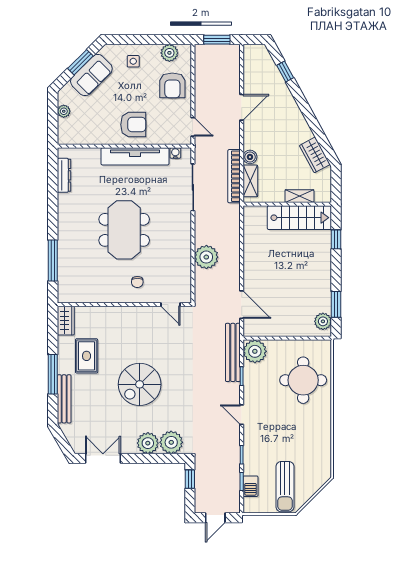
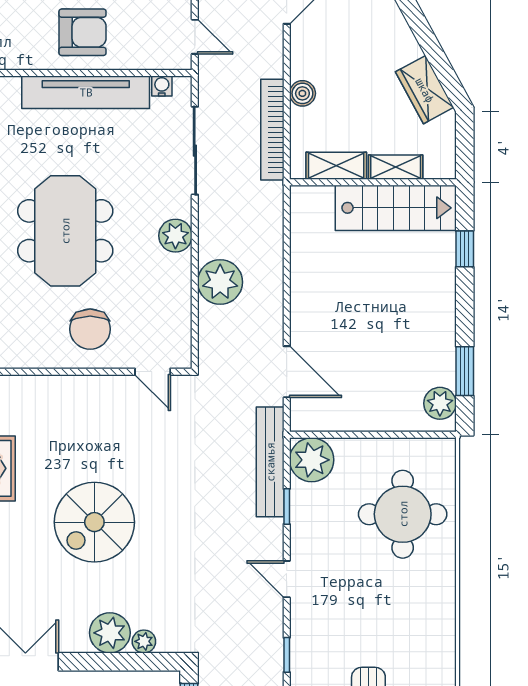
shelving: (250, 181) -> (336, 166), moved, turned 90
plant: (183, 232) -> (175, 236), added
chair: (137, 282) -> (90, 329), width x1.87, depth x1.87
plant: (171, 442) -> (144, 641), width x0.53, depth x0.53

